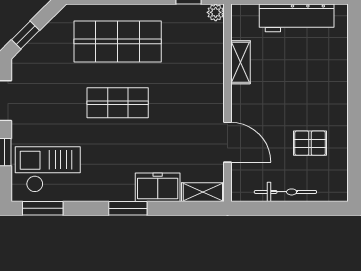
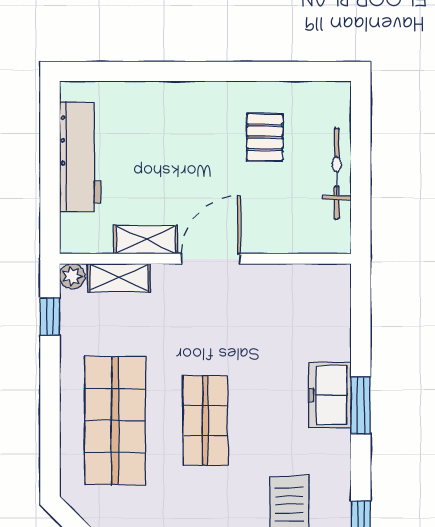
door: (227, 142) -> (211, 259), moved
freezer: (158, 187) -> (330, 395), moved
shelving: (203, 192) -> (119, 278), moved, turned 90

